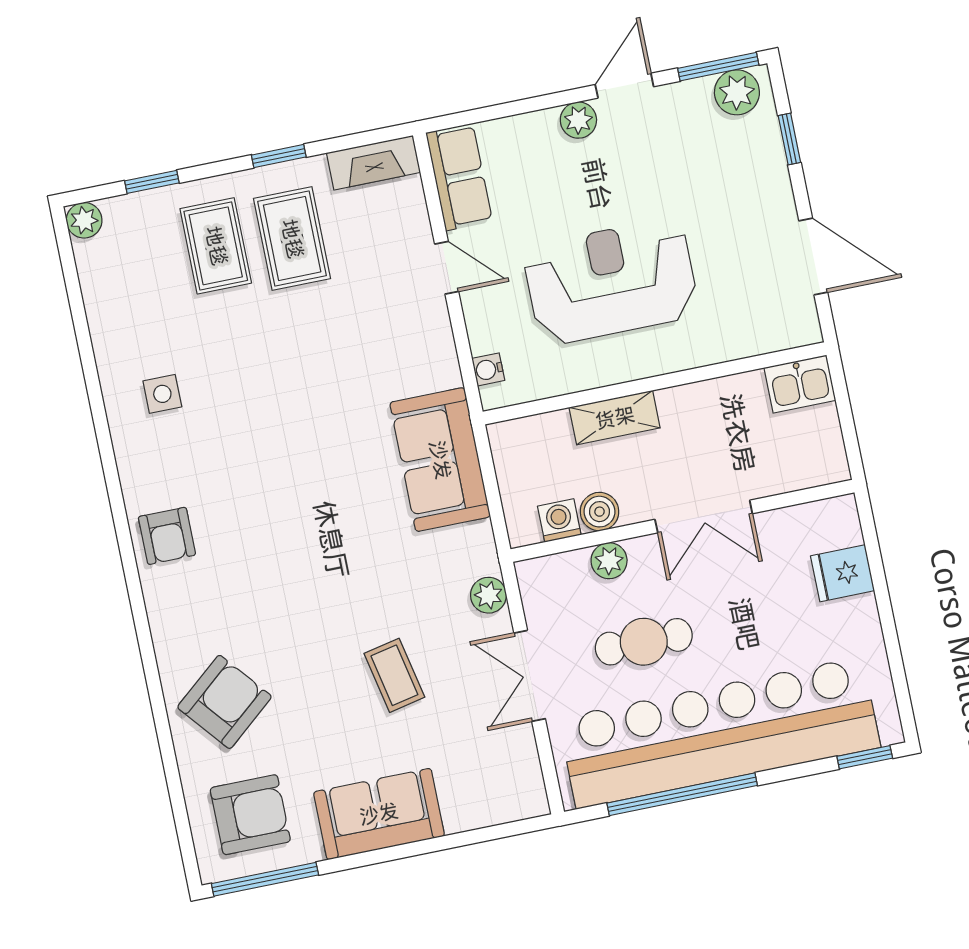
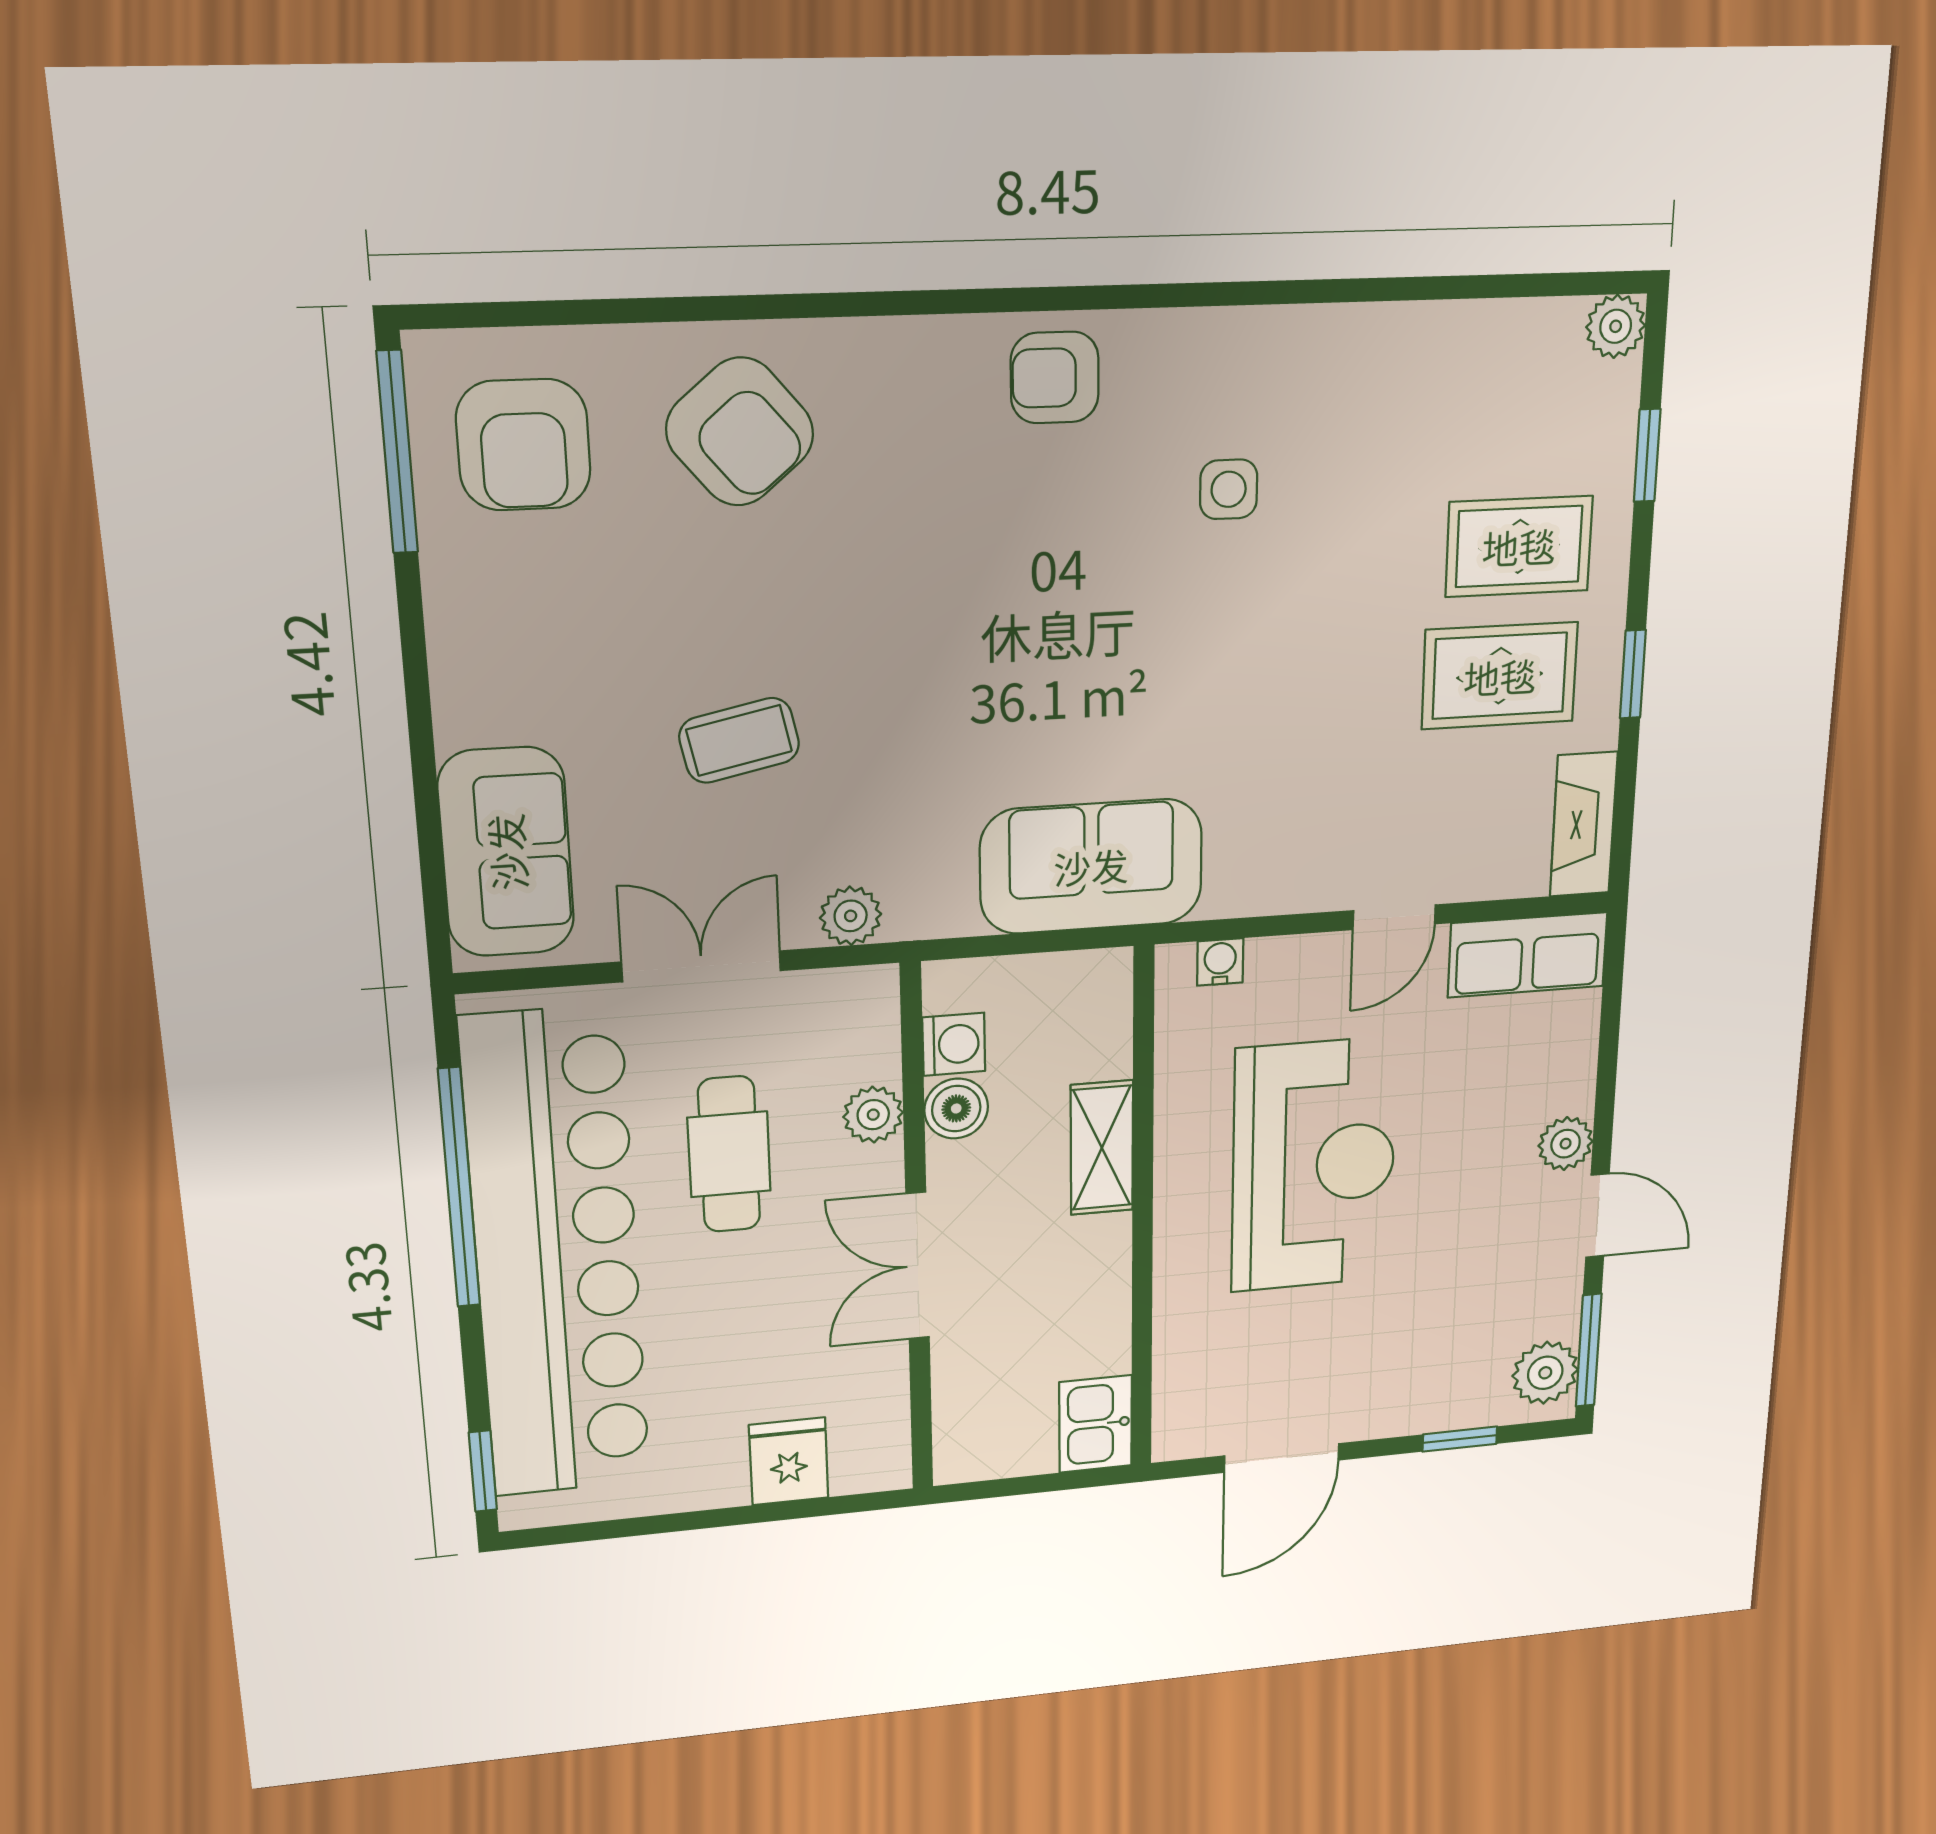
side table: (162, 394) -> (1229, 489), moved
sofa: (379, 814) -> (506, 852), moved

